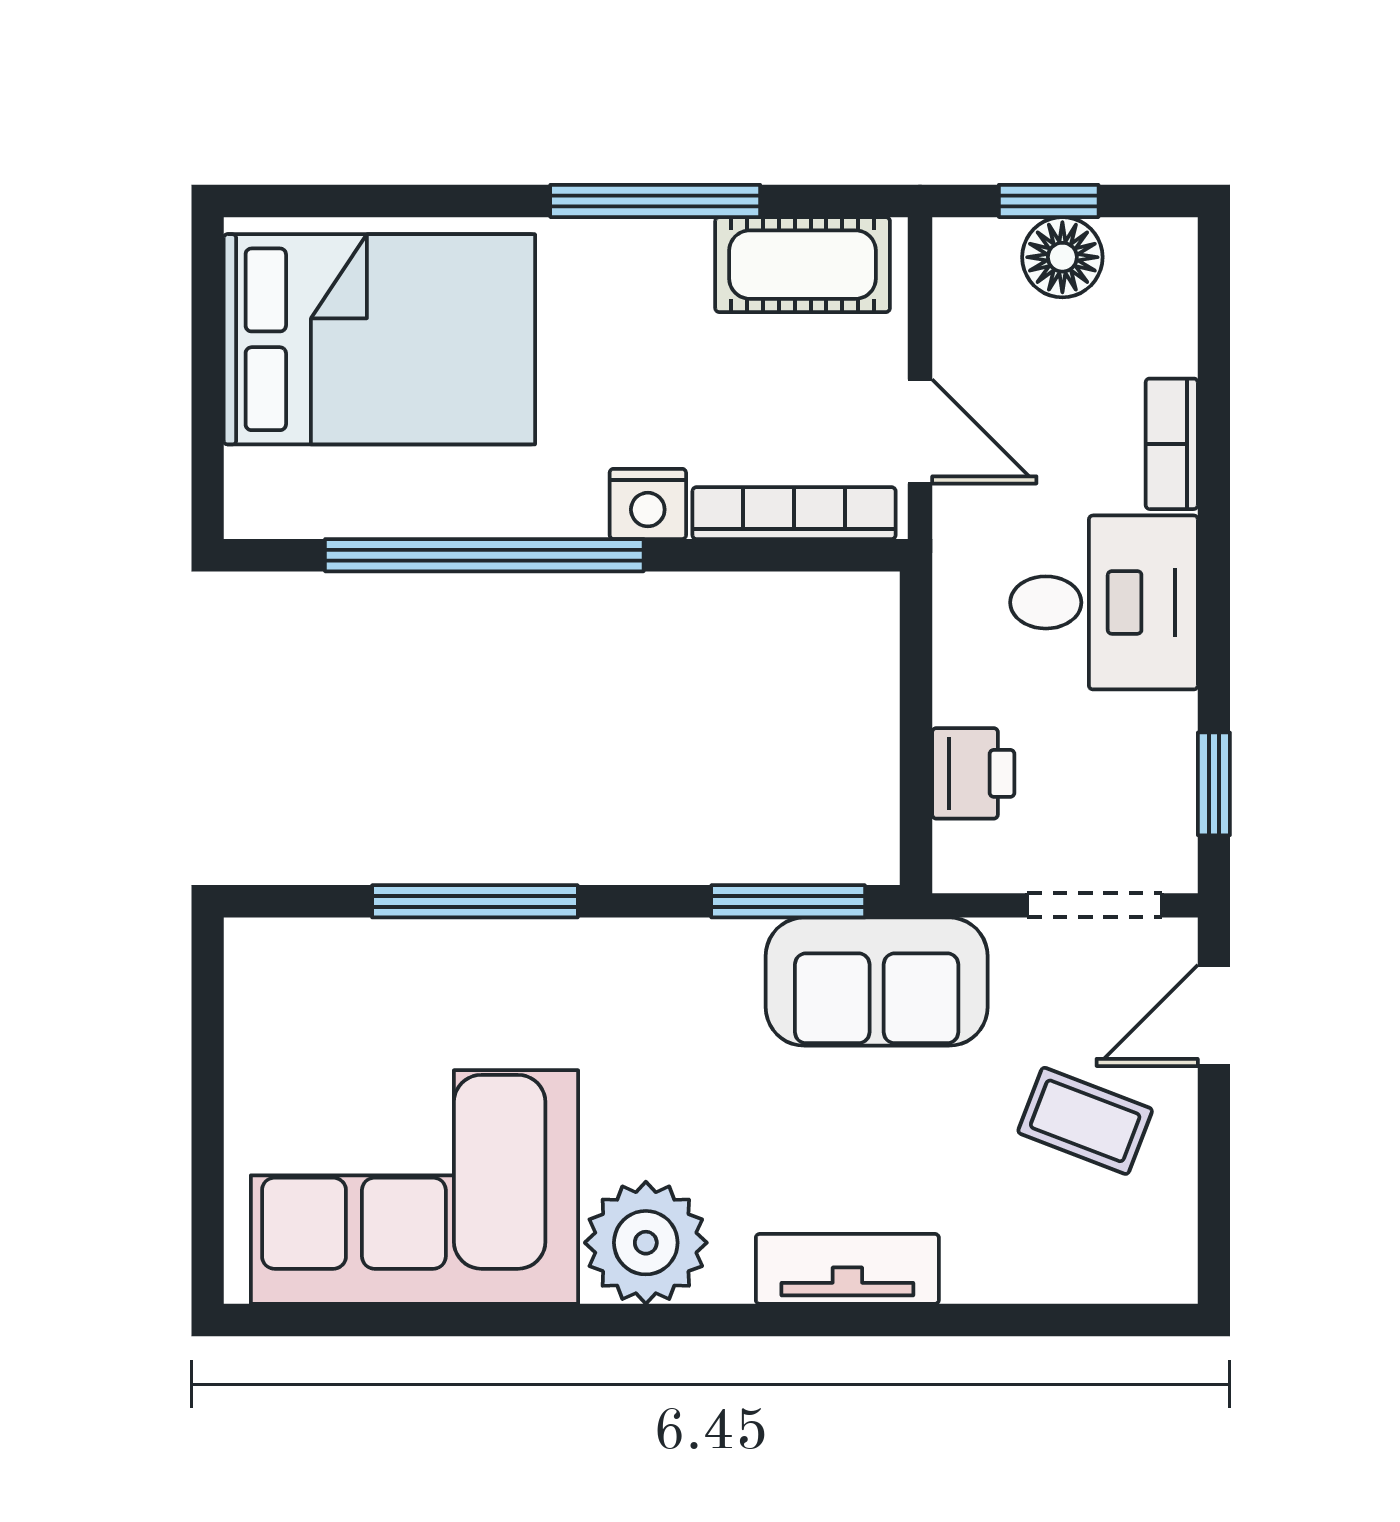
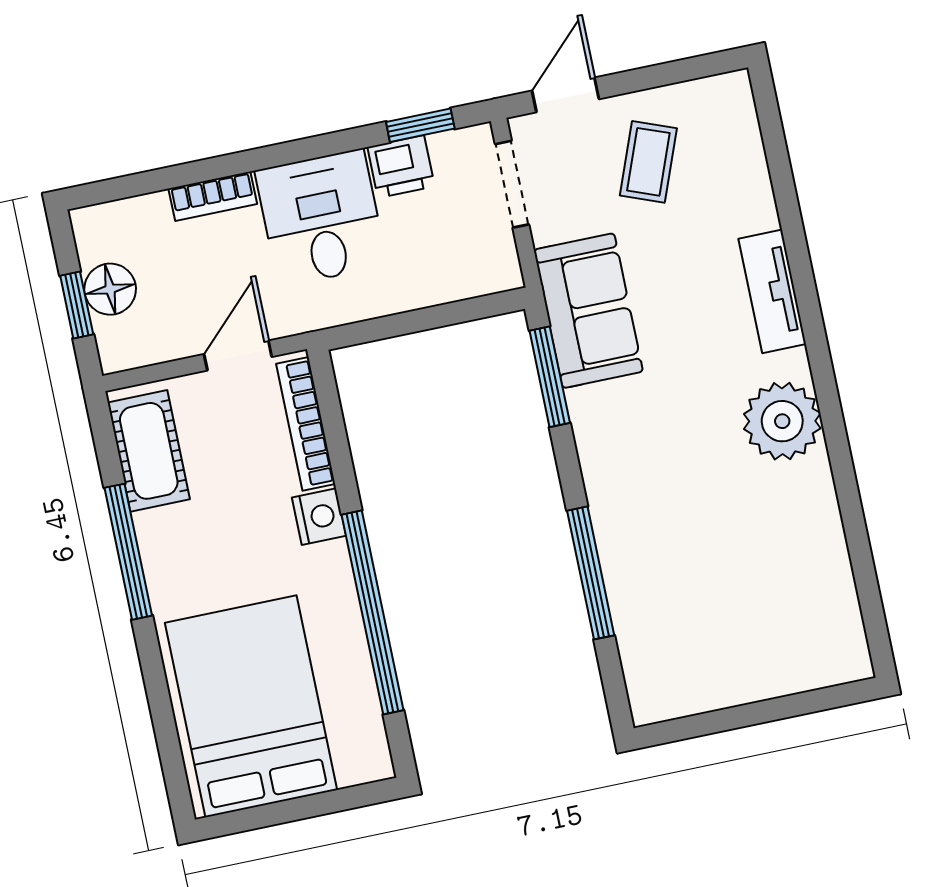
printer: (973, 773) -> (401, 167), moved, turned 180
door: (1214, 1015) -> (565, 95), swing flipped
corner sofa: (414, 1187) -> (778, 573), removed

